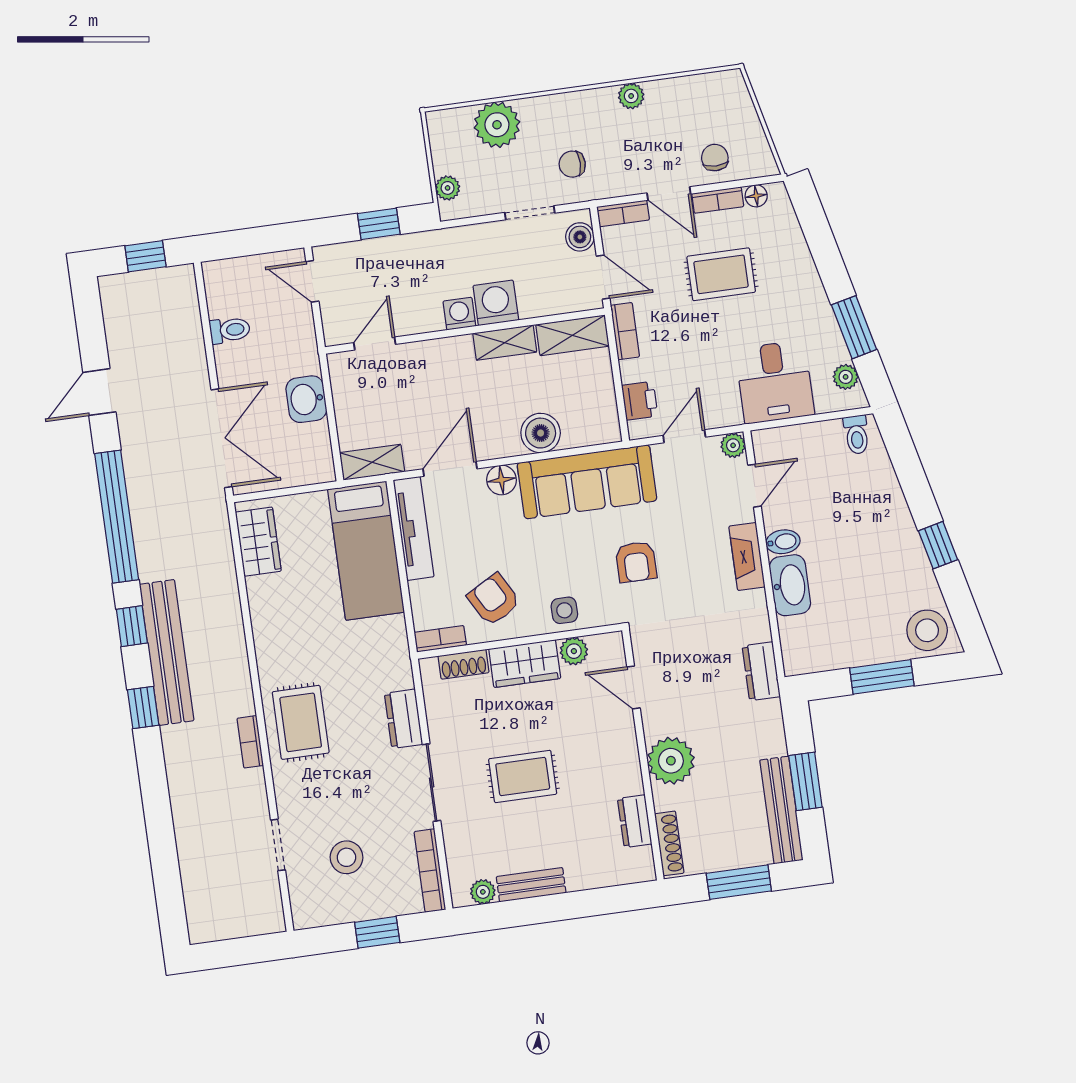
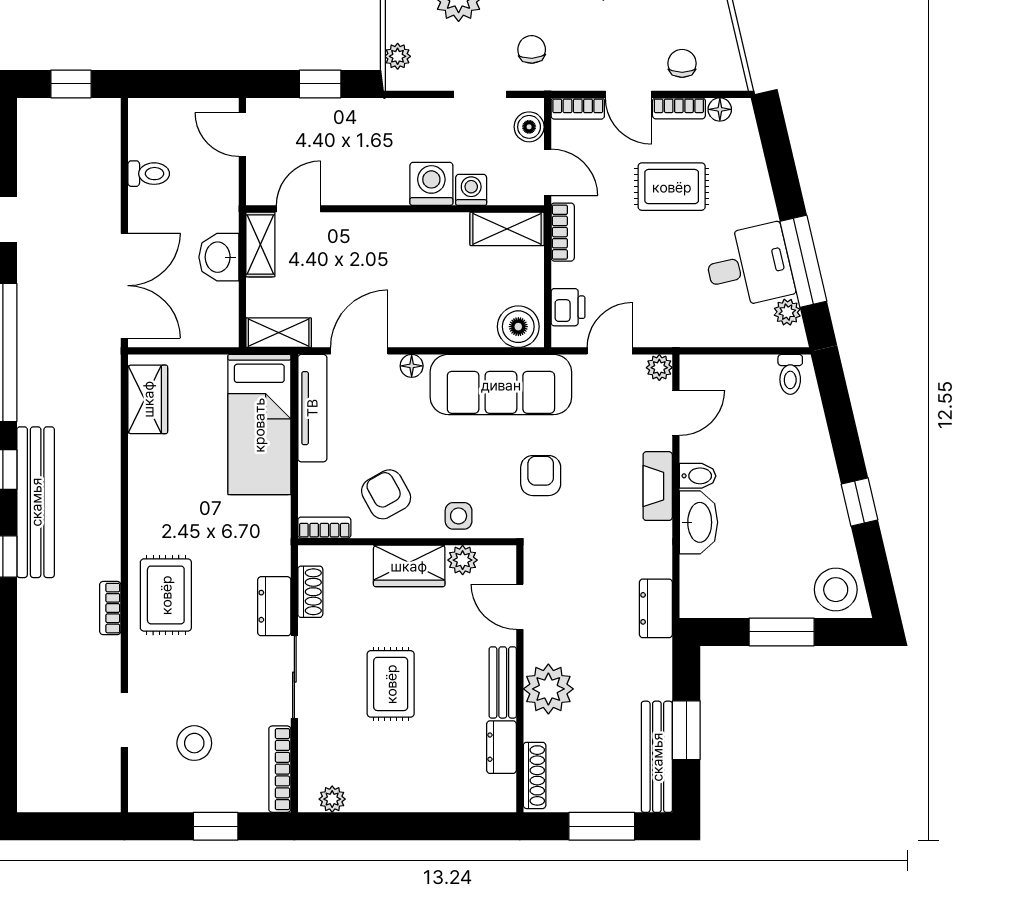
chair: (572, 164) -> (532, 49), turned 87
washing machine: (459, 314) -> (471, 190), moved
window: (854, 327) -> (803, 261), width x1.44
shelving: (505, 343) -> (260, 244), moved, turned 90
desk: (775, 382) -> (749, 266), moved, turned -103
boiler: (541, 433) -> (518, 327), moved
floor lamp: (501, 480) -> (412, 366), width x0.73, depth x0.73
armchair: (636, 562) -> (541, 476), turned 180
shoe rack: (463, 664) -> (310, 592), moved, turned -90
rug: (523, 776) -> (391, 684), turned 90
bench: (531, 885) -> (503, 682), moved, turned 90

